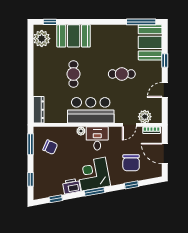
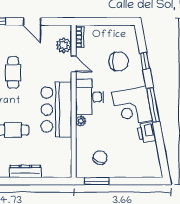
dresser: (39, 110) -> (25, 171), moved
desk: (97, 138) -> (90, 97), width x1.37
door: (165, 154) -> (108, 22), removed
window: (30, 179) -> (138, 181), removed
window: (95, 192) -> (153, 105), width x1.44
window: (56, 199) -> (161, 151), removed

